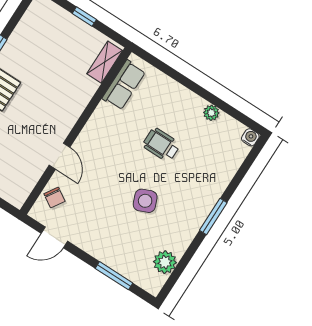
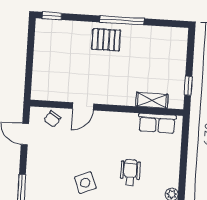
window: (84, 16) -> (188, 86), moved
shelving: (105, 62) -> (152, 100), moved

